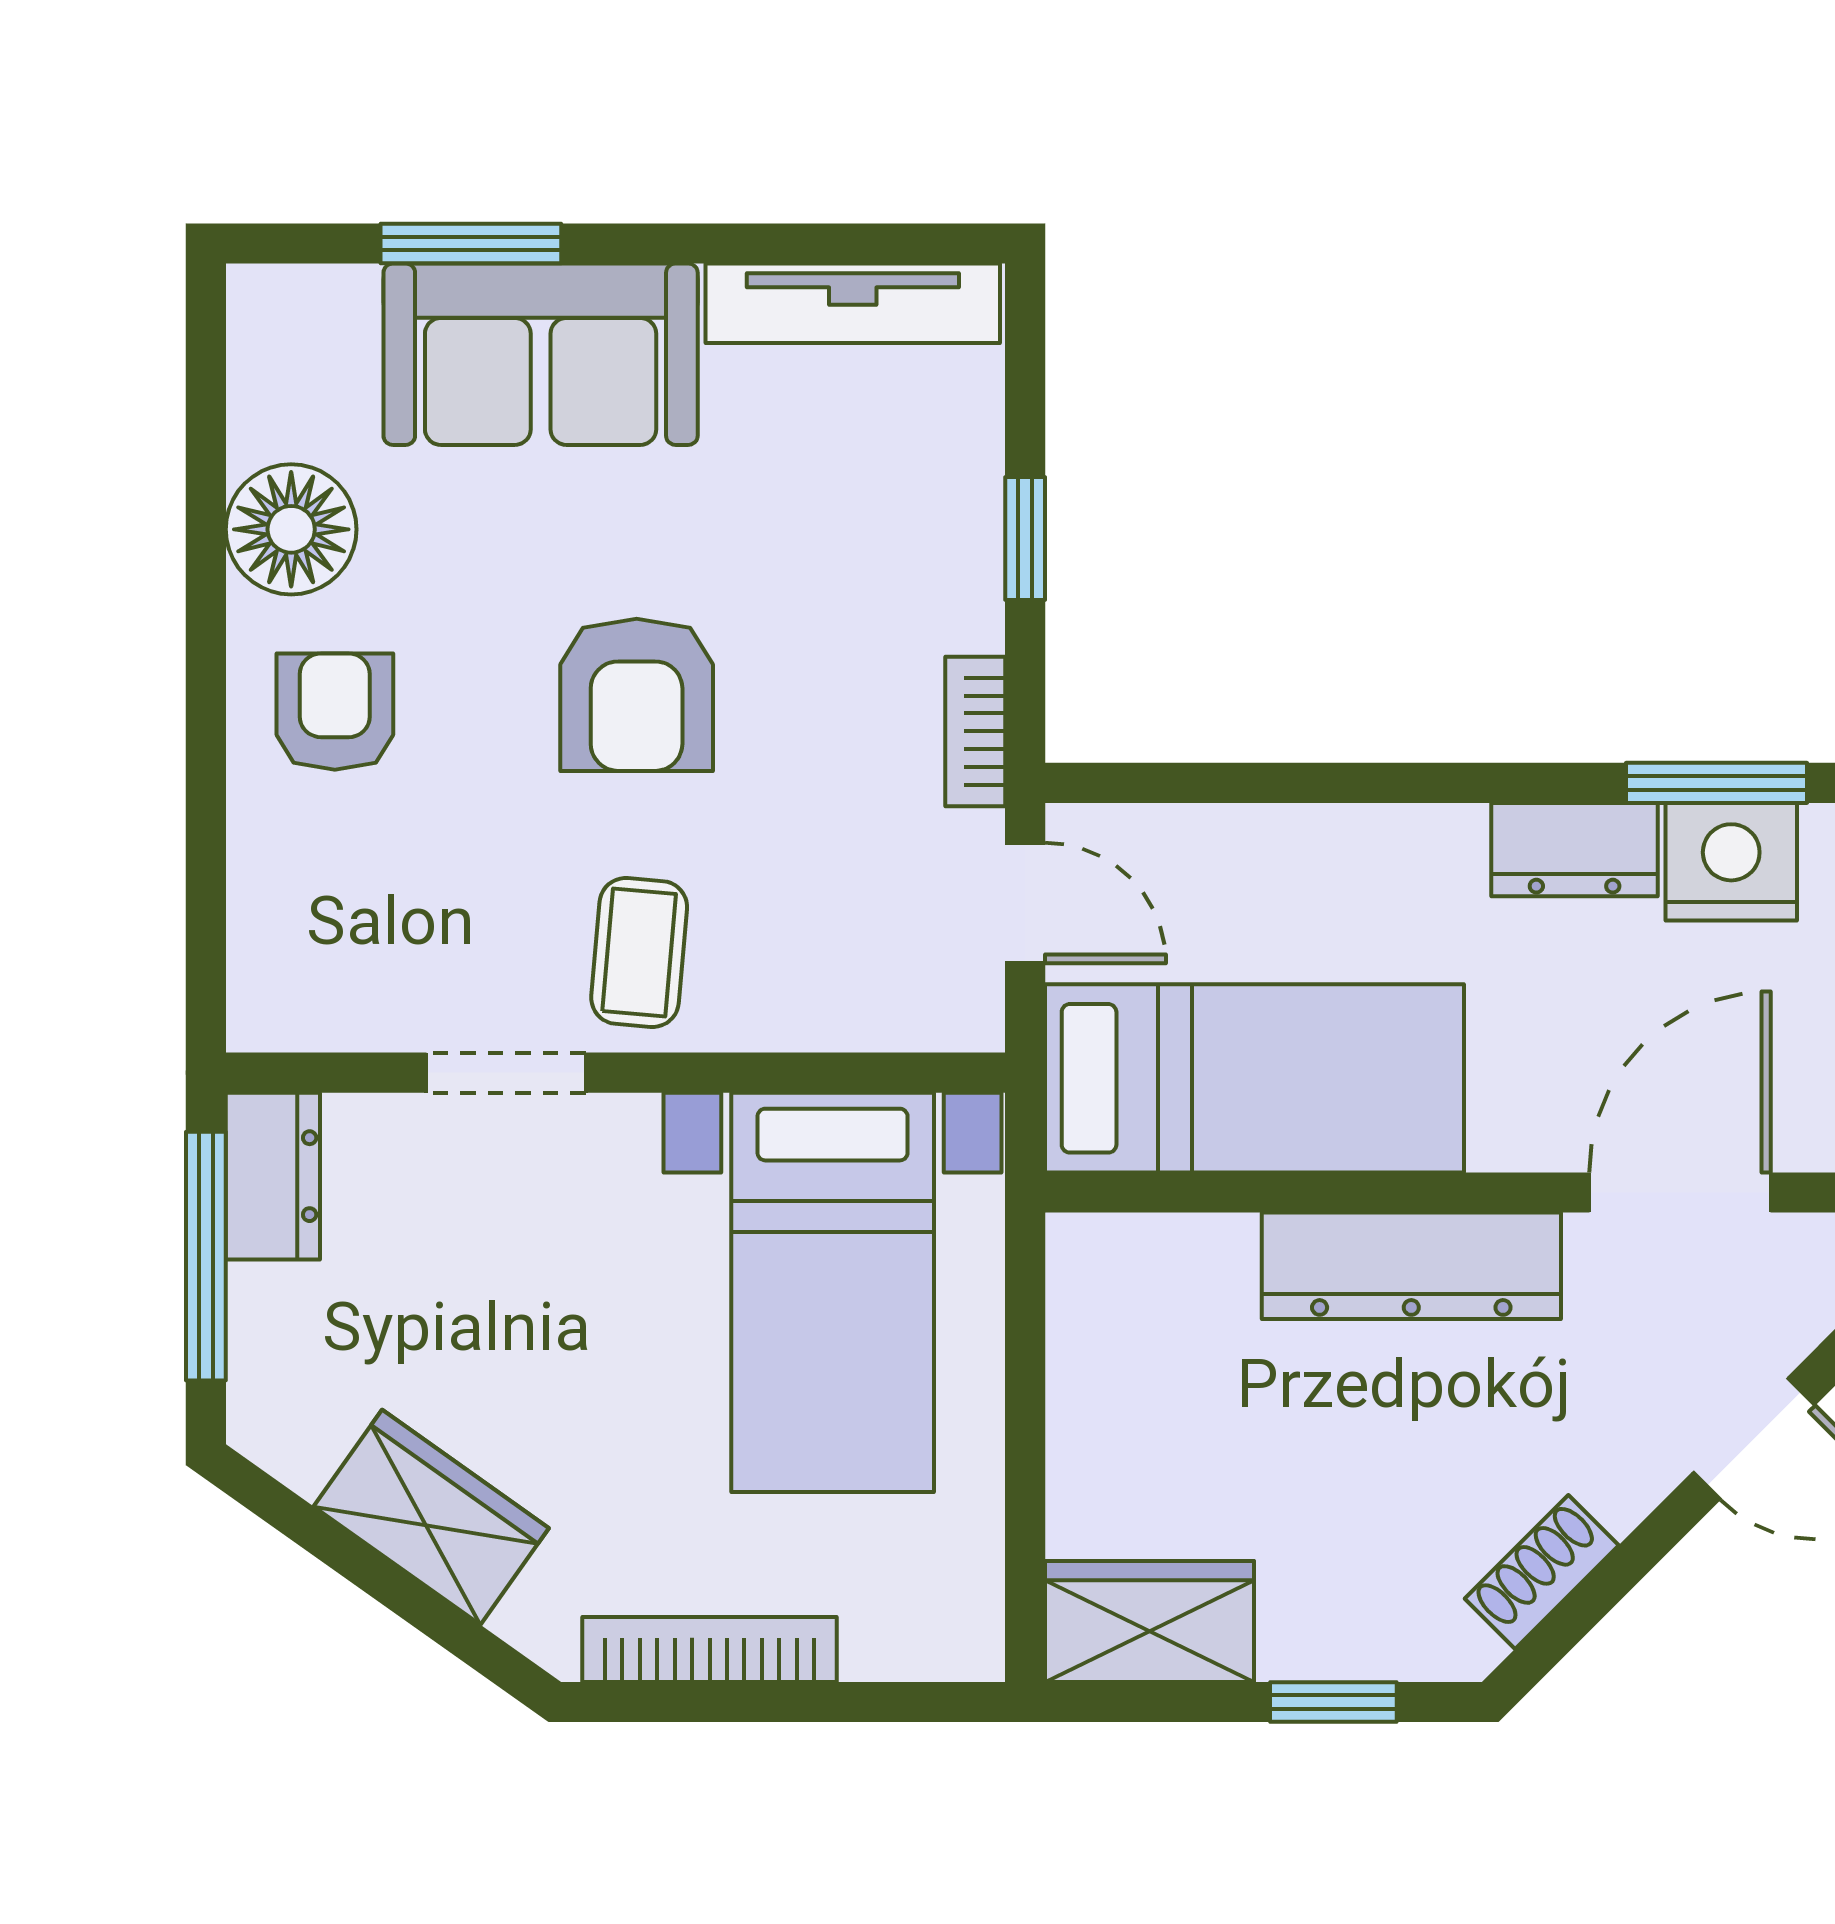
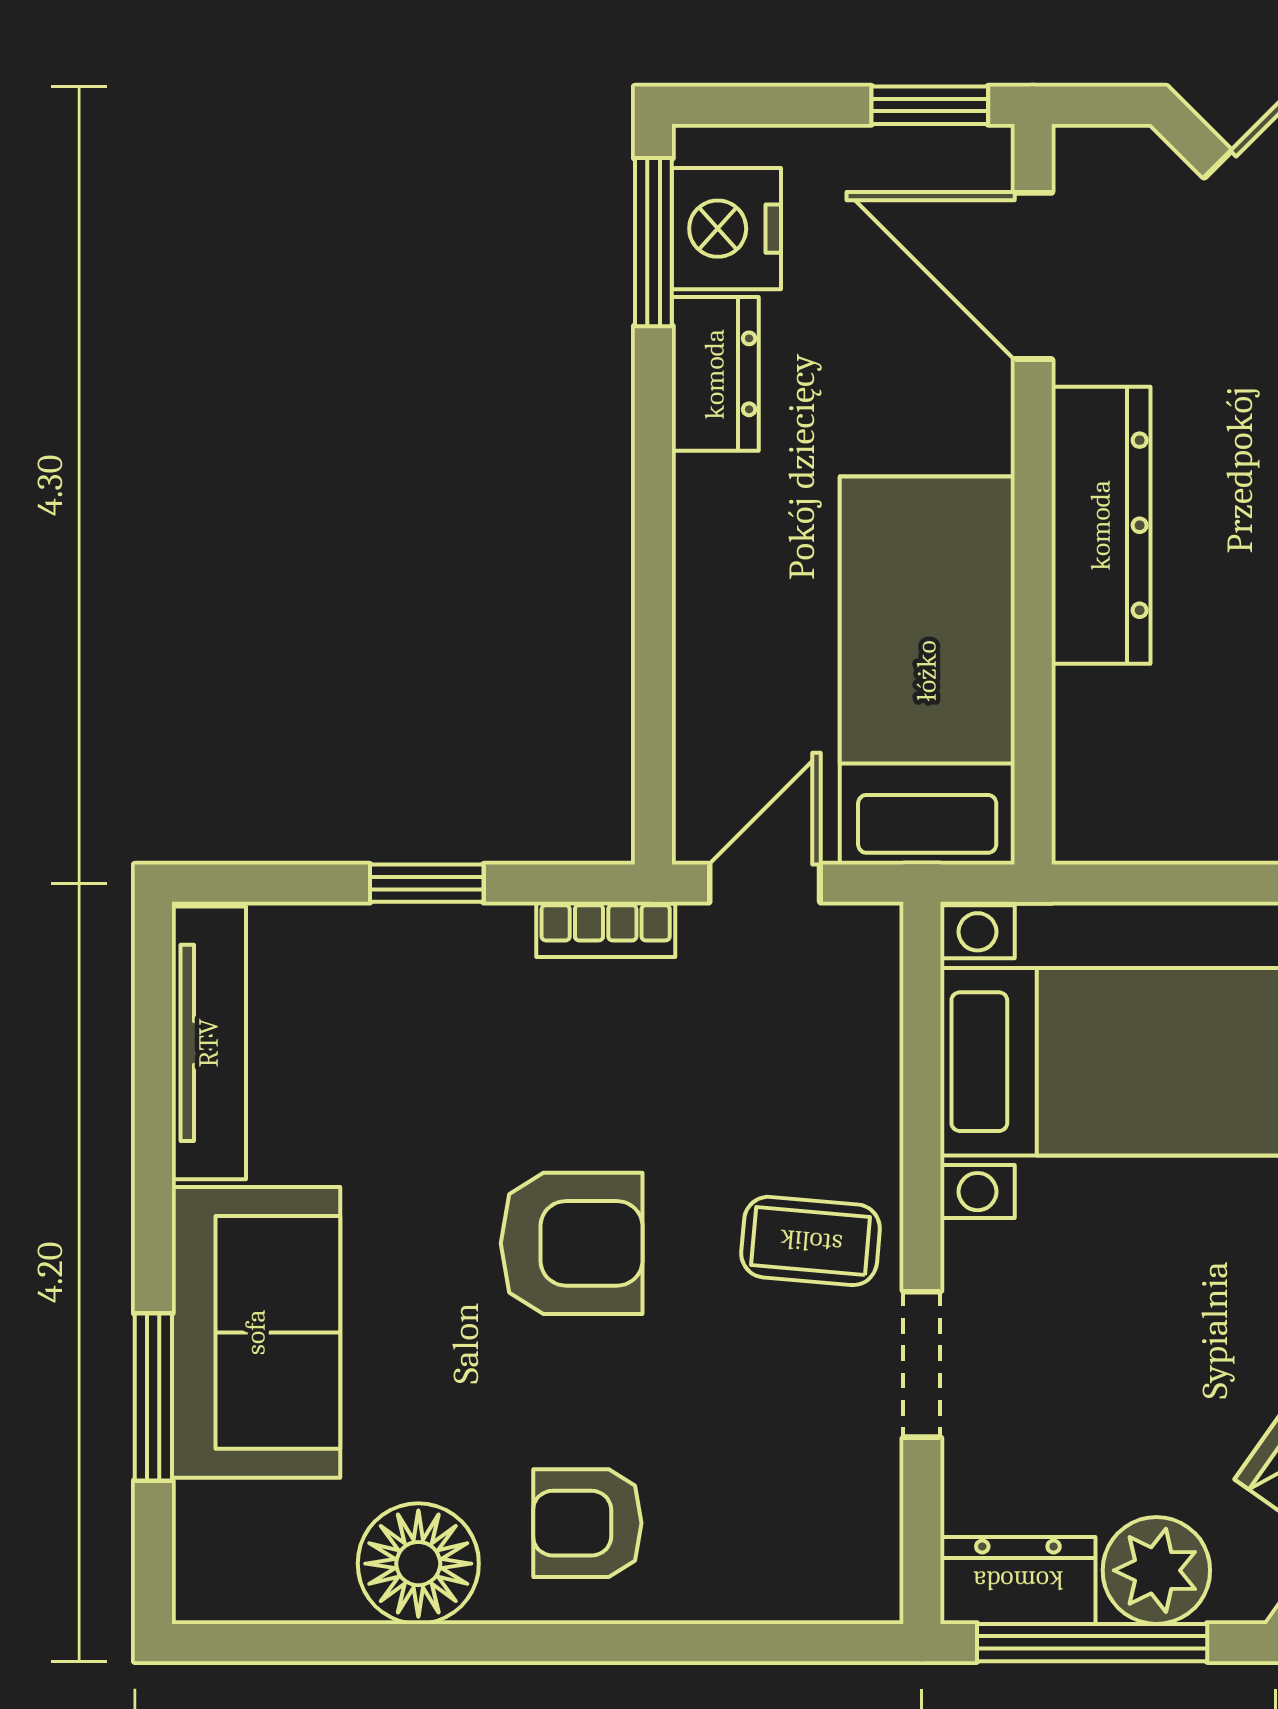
plant: (284, 1326) -> (1156, 1570), added

